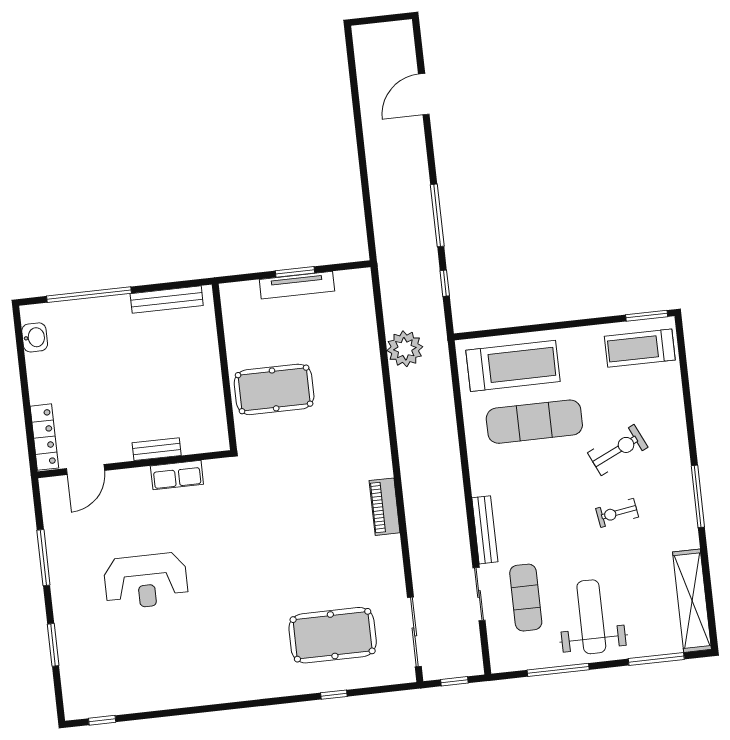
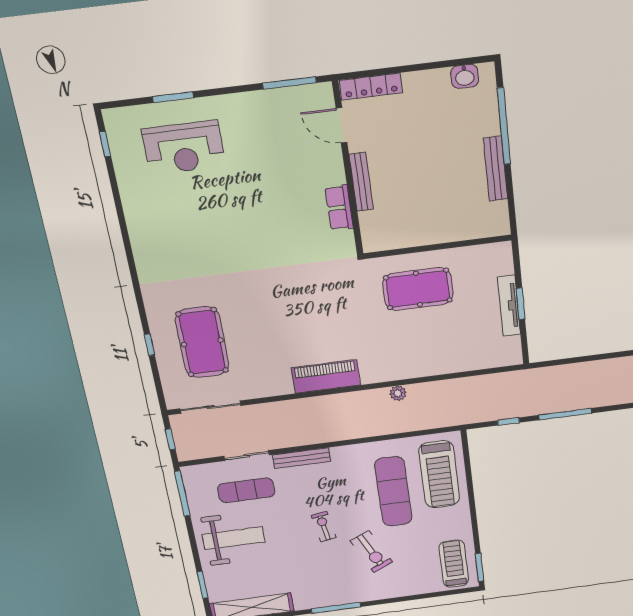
bench: (167, 300) -> (496, 169), moved
plant: (405, 349) -> (398, 393), moved, width x0.53, depth x0.53
pool table: (274, 389) -> (418, 289), turned 90
bench: (157, 449) -> (361, 182), width x1.36
piano: (385, 507) -> (326, 376), width x1.37, depth x1.33
exercise bike: (617, 513) -> (324, 527), moved
window: (43, 558) -> (289, 83), moved
reception desk: (146, 581) -> (184, 148), moved, turned -90
window: (656, 659) -> (202, 585), width x0.69
window: (558, 670) -> (182, 494), moved

